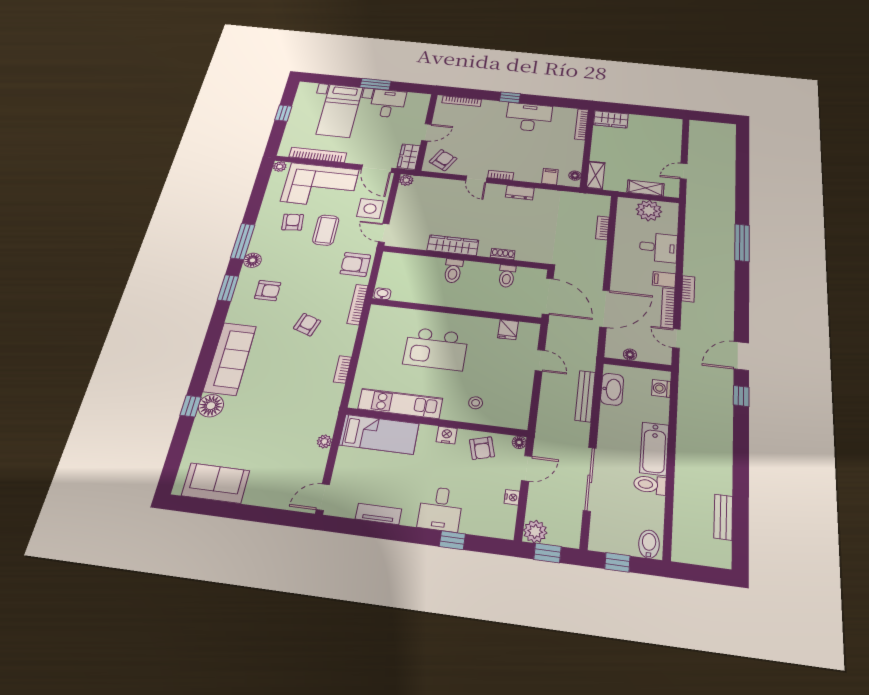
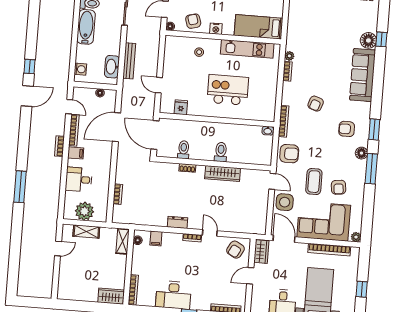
plant: (406, 180) -> (261, 229), removed
plant: (324, 441) -> (289, 56), moved

